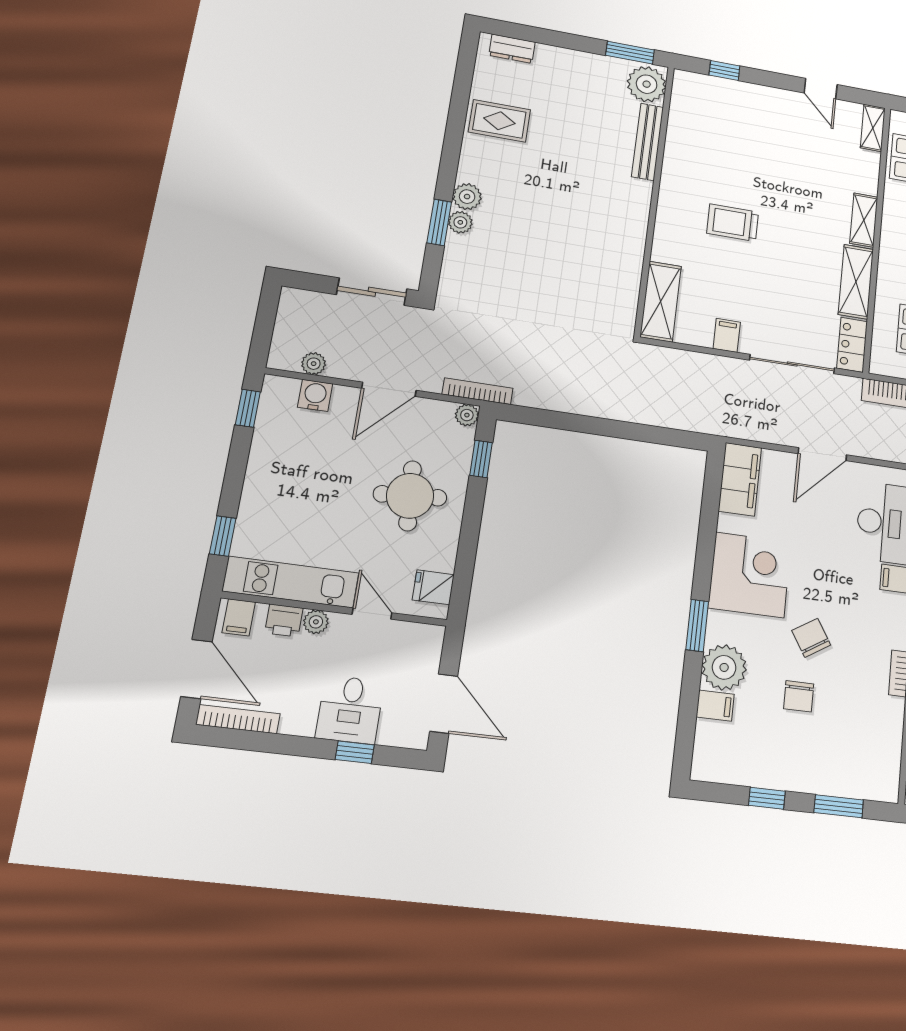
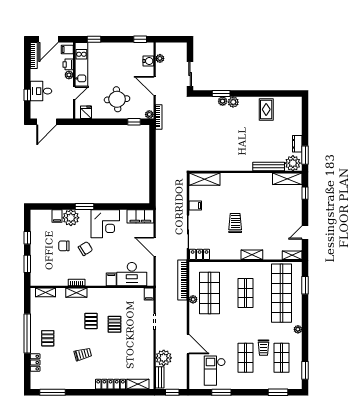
dresser: (512, 49) -> (297, 144), moved
trolley: (733, 223) -> (235, 223), moved
shelving: (856, 282) -> (287, 179), moved

